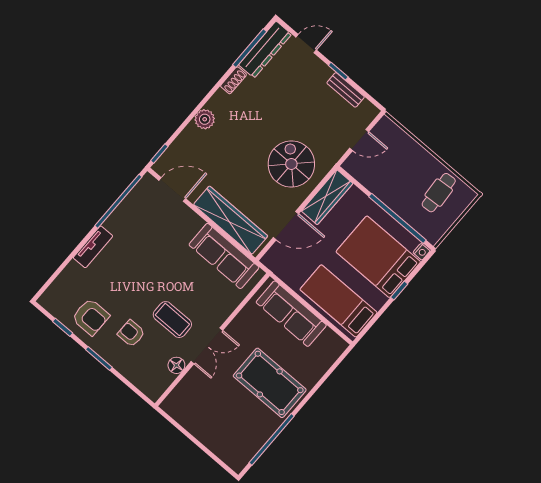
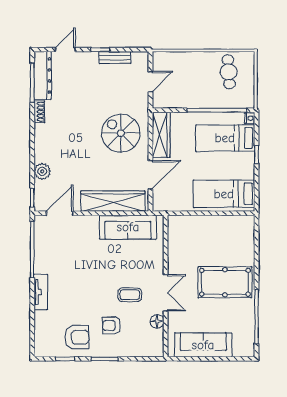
plant: (205, 119) -> (42, 171), moved
bed: (378, 257) -> (225, 138), width x0.67
sofa: (291, 314) -> (203, 345), moved, turned 180
coffee table: (172, 320) -> (130, 295), width x0.73, depth x0.77

